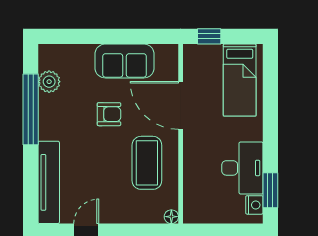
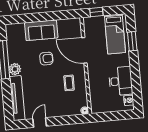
sofa: (125, 61) -> (41, 30), moved
plant: (49, 82) -> (15, 69), moved
coffee table: (147, 163) -> (69, 83), width x0.54, depth x0.58
window: (270, 190) -> (132, 41), moved

